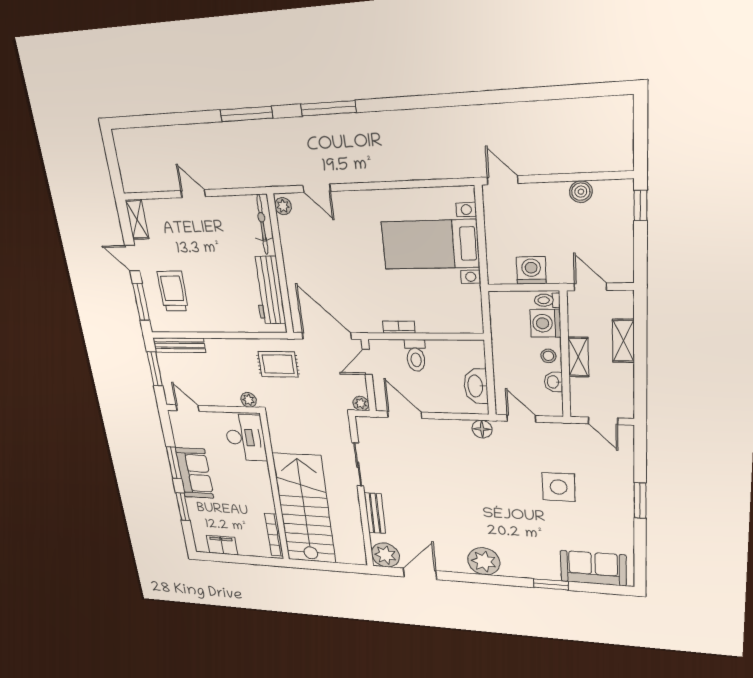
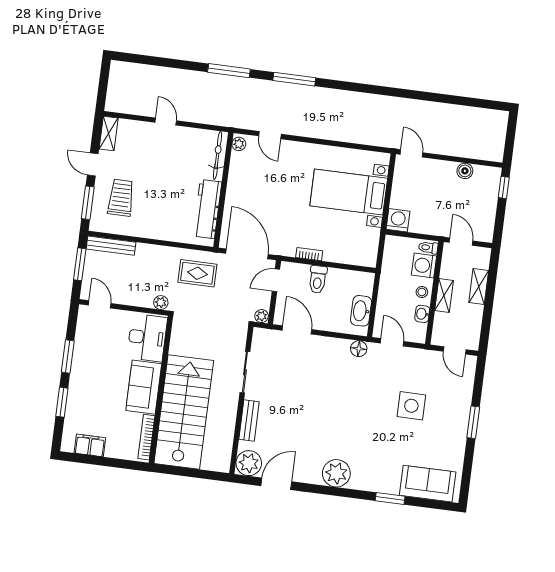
washing machine: (531, 270) -> (398, 220), moved
sofa: (194, 473) -> (144, 387), moved, turned 180

